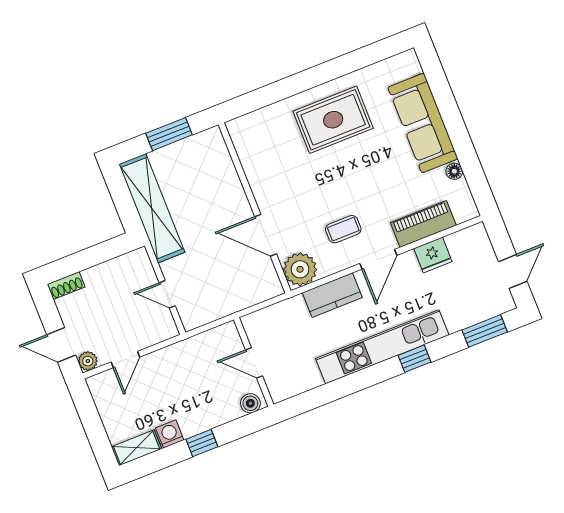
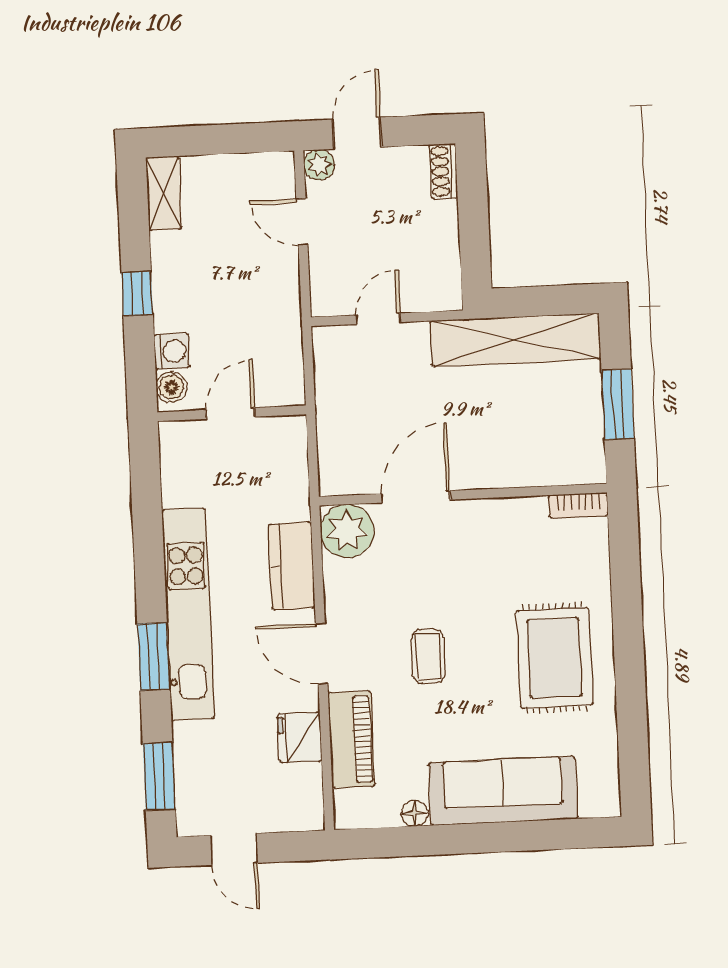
bookcase: (237, 137) -> (578, 505), added
coffee table: (343, 229) -> (428, 656), moved
window: (414, 359) -> (154, 656), width x1.50
washing machine: (170, 434) -> (172, 351), moved

